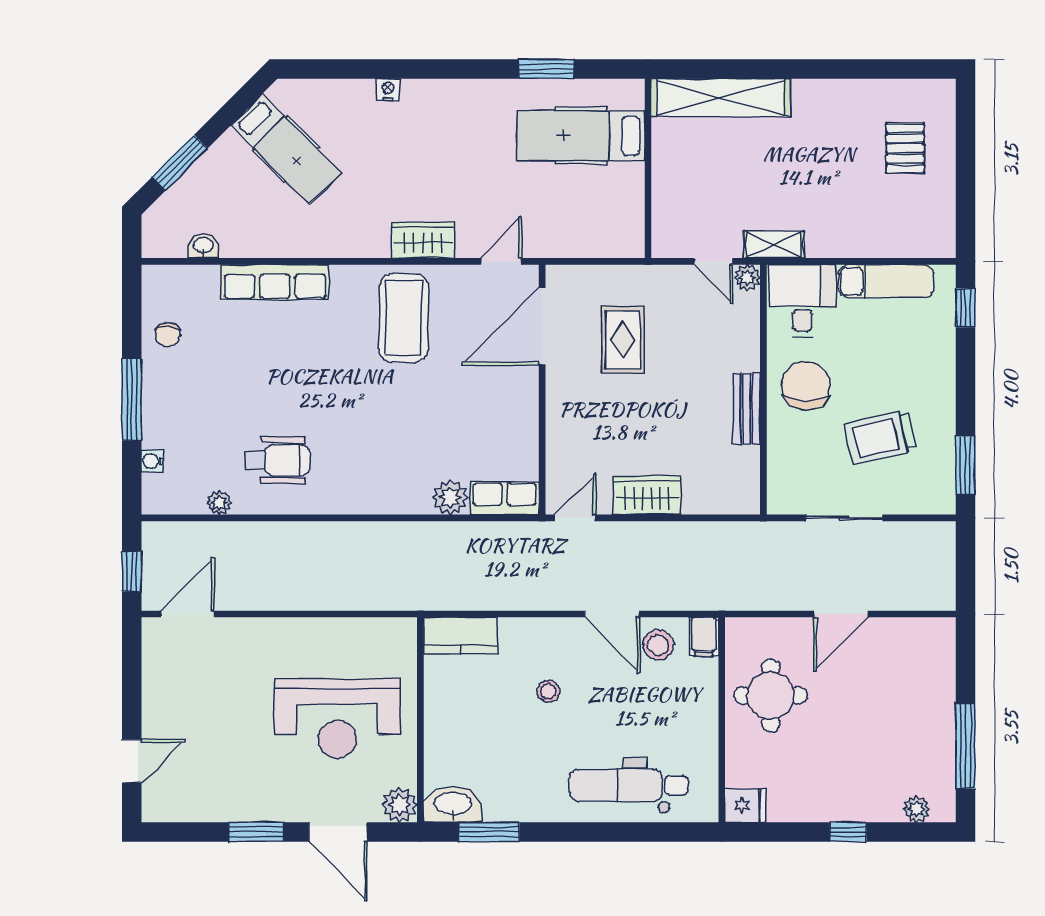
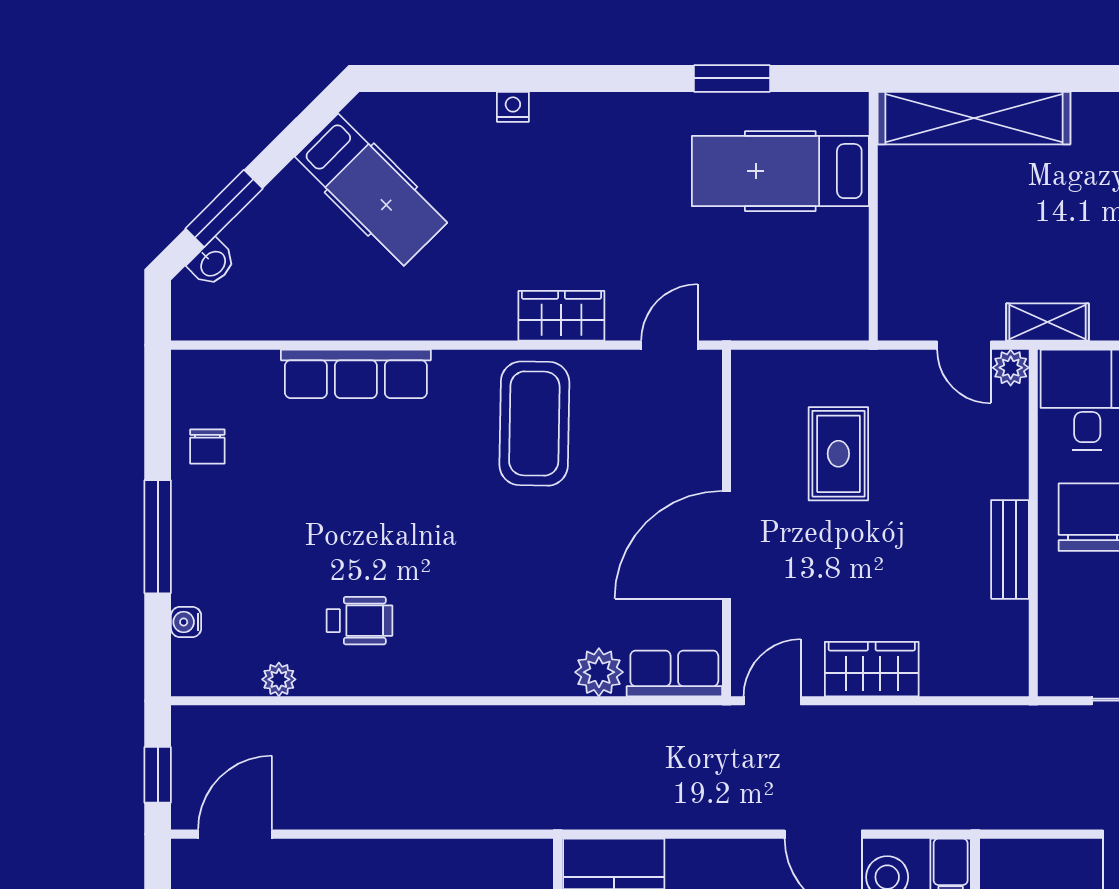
washbasin: (203, 246) -> (212, 263), moved, turned 135
door: (542, 326) -> (727, 545), moved
wheelchair: (277, 460) -> (360, 621), width x0.73, depth x0.73

